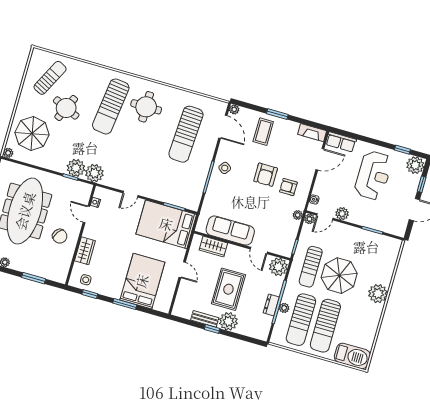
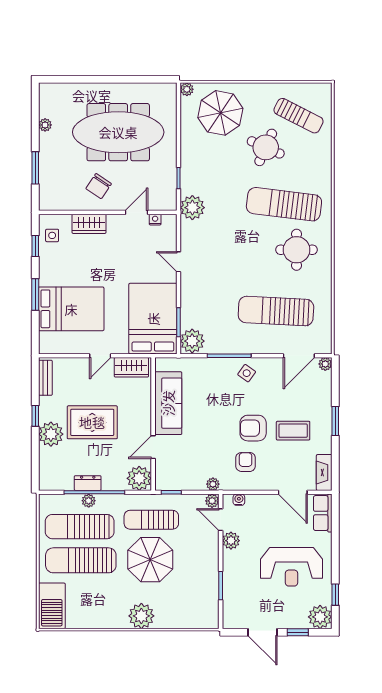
coffee table: (263, 132) -> (293, 431), moved
plant: (76, 168) -> (192, 341), moved
wardrobe: (213, 246) -> (131, 367), moved, turned -90
bench: (205, 319) -> (45, 378), moved

